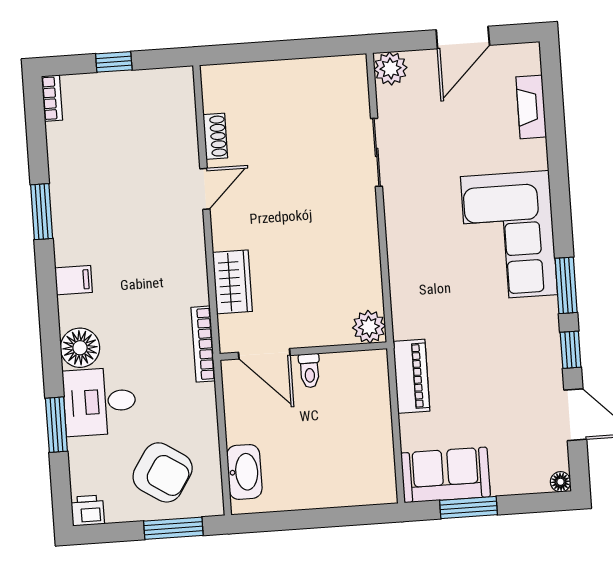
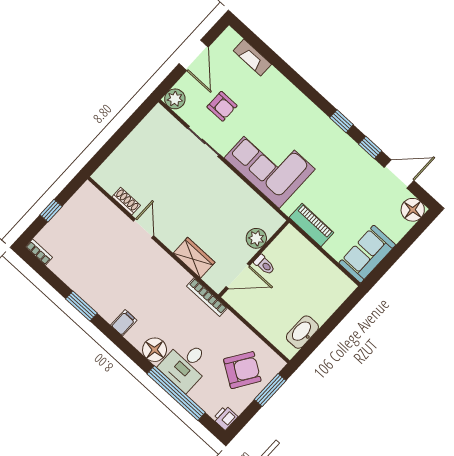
armchair: (439, 131) -> (222, 106), added
corner sofa: (509, 236) -> (270, 163), moved, turned 180
window: (566, 285) -> (342, 121), width x0.67
plant: (369, 327) -> (256, 238), moved
window: (56, 425) -> (176, 393), width x2.11
washbasin: (244, 472) -> (302, 332), moved, turned -90
floor lamp: (561, 482) -> (413, 210), width x1.89, depth x1.89
window: (469, 508) -> (391, 259), removed

